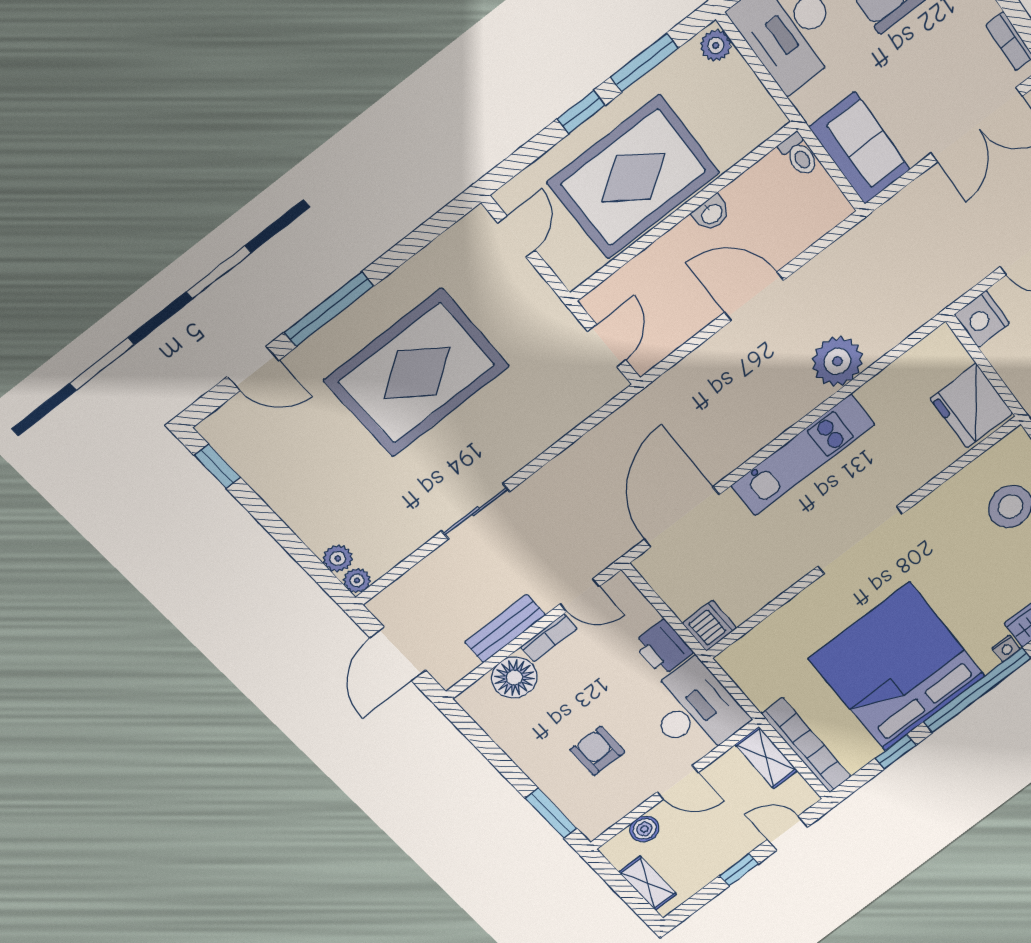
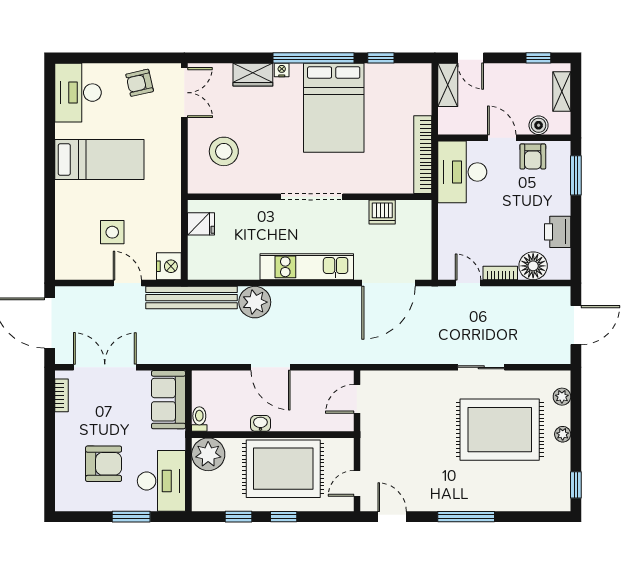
plant: (716, 45) -> (208, 454), moved, width x1.87, depth x1.87
window: (644, 63) -> (239, 517), width x0.67
door: (253, 368) -> (392, 517), moved
rug: (417, 373) -> (500, 430), moved
fridge: (972, 406) -> (201, 224), width x0.53, depth x0.75
plant: (357, 580) -> (563, 434), moved
dishwasher: (710, 626) -> (382, 212), moved, turned -90
bench: (505, 629) -> (192, 298), moved, width x1.86, depth x1.21
printer: (663, 648) -> (558, 232), moved, turned 180
bed: (897, 667) -> (334, 108), width x0.73
bookcase: (806, 746) -> (423, 155), moved
armchair: (597, 751) -> (533, 156), moved
shelving: (766, 758) -> (448, 85), moved
window: (739, 870) -> (538, 58), moved

